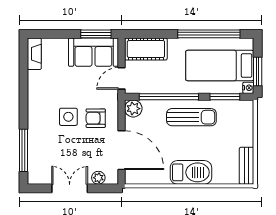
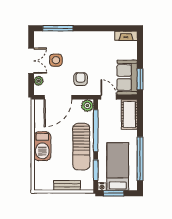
side table: (68, 117) -> (56, 60), moved
sun lounger: (191, 117) -> (81, 147), width x1.36, depth x1.34
bench: (247, 166) -> (67, 185), moved

